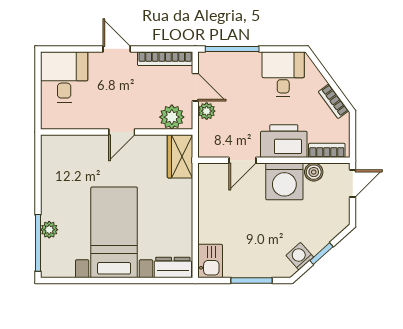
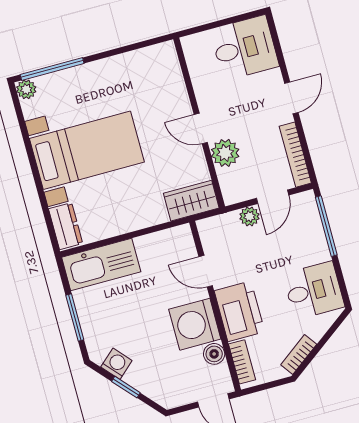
plant: (172, 117) -> (225, 153), moved
plant: (49, 230) -> (26, 89), moved
kitchen sink: (210, 261) -> (101, 264), width x1.88, depth x1.24

